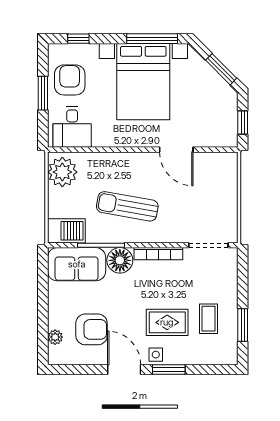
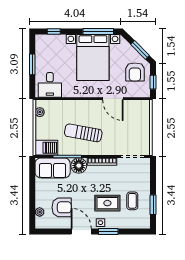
armchair: (70, 80) -> (135, 72), moved, turned 180
plant: (62, 172) -> (40, 112), width x0.53, depth x0.53

